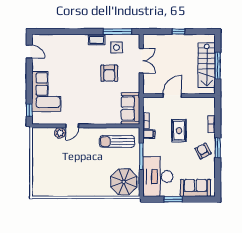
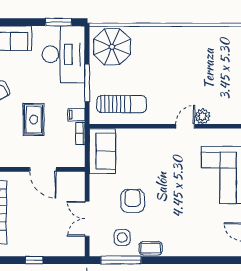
door: (172, 95) -> (43, 169), hinge flipped
window: (173, 199) -> (58, 22), moved

